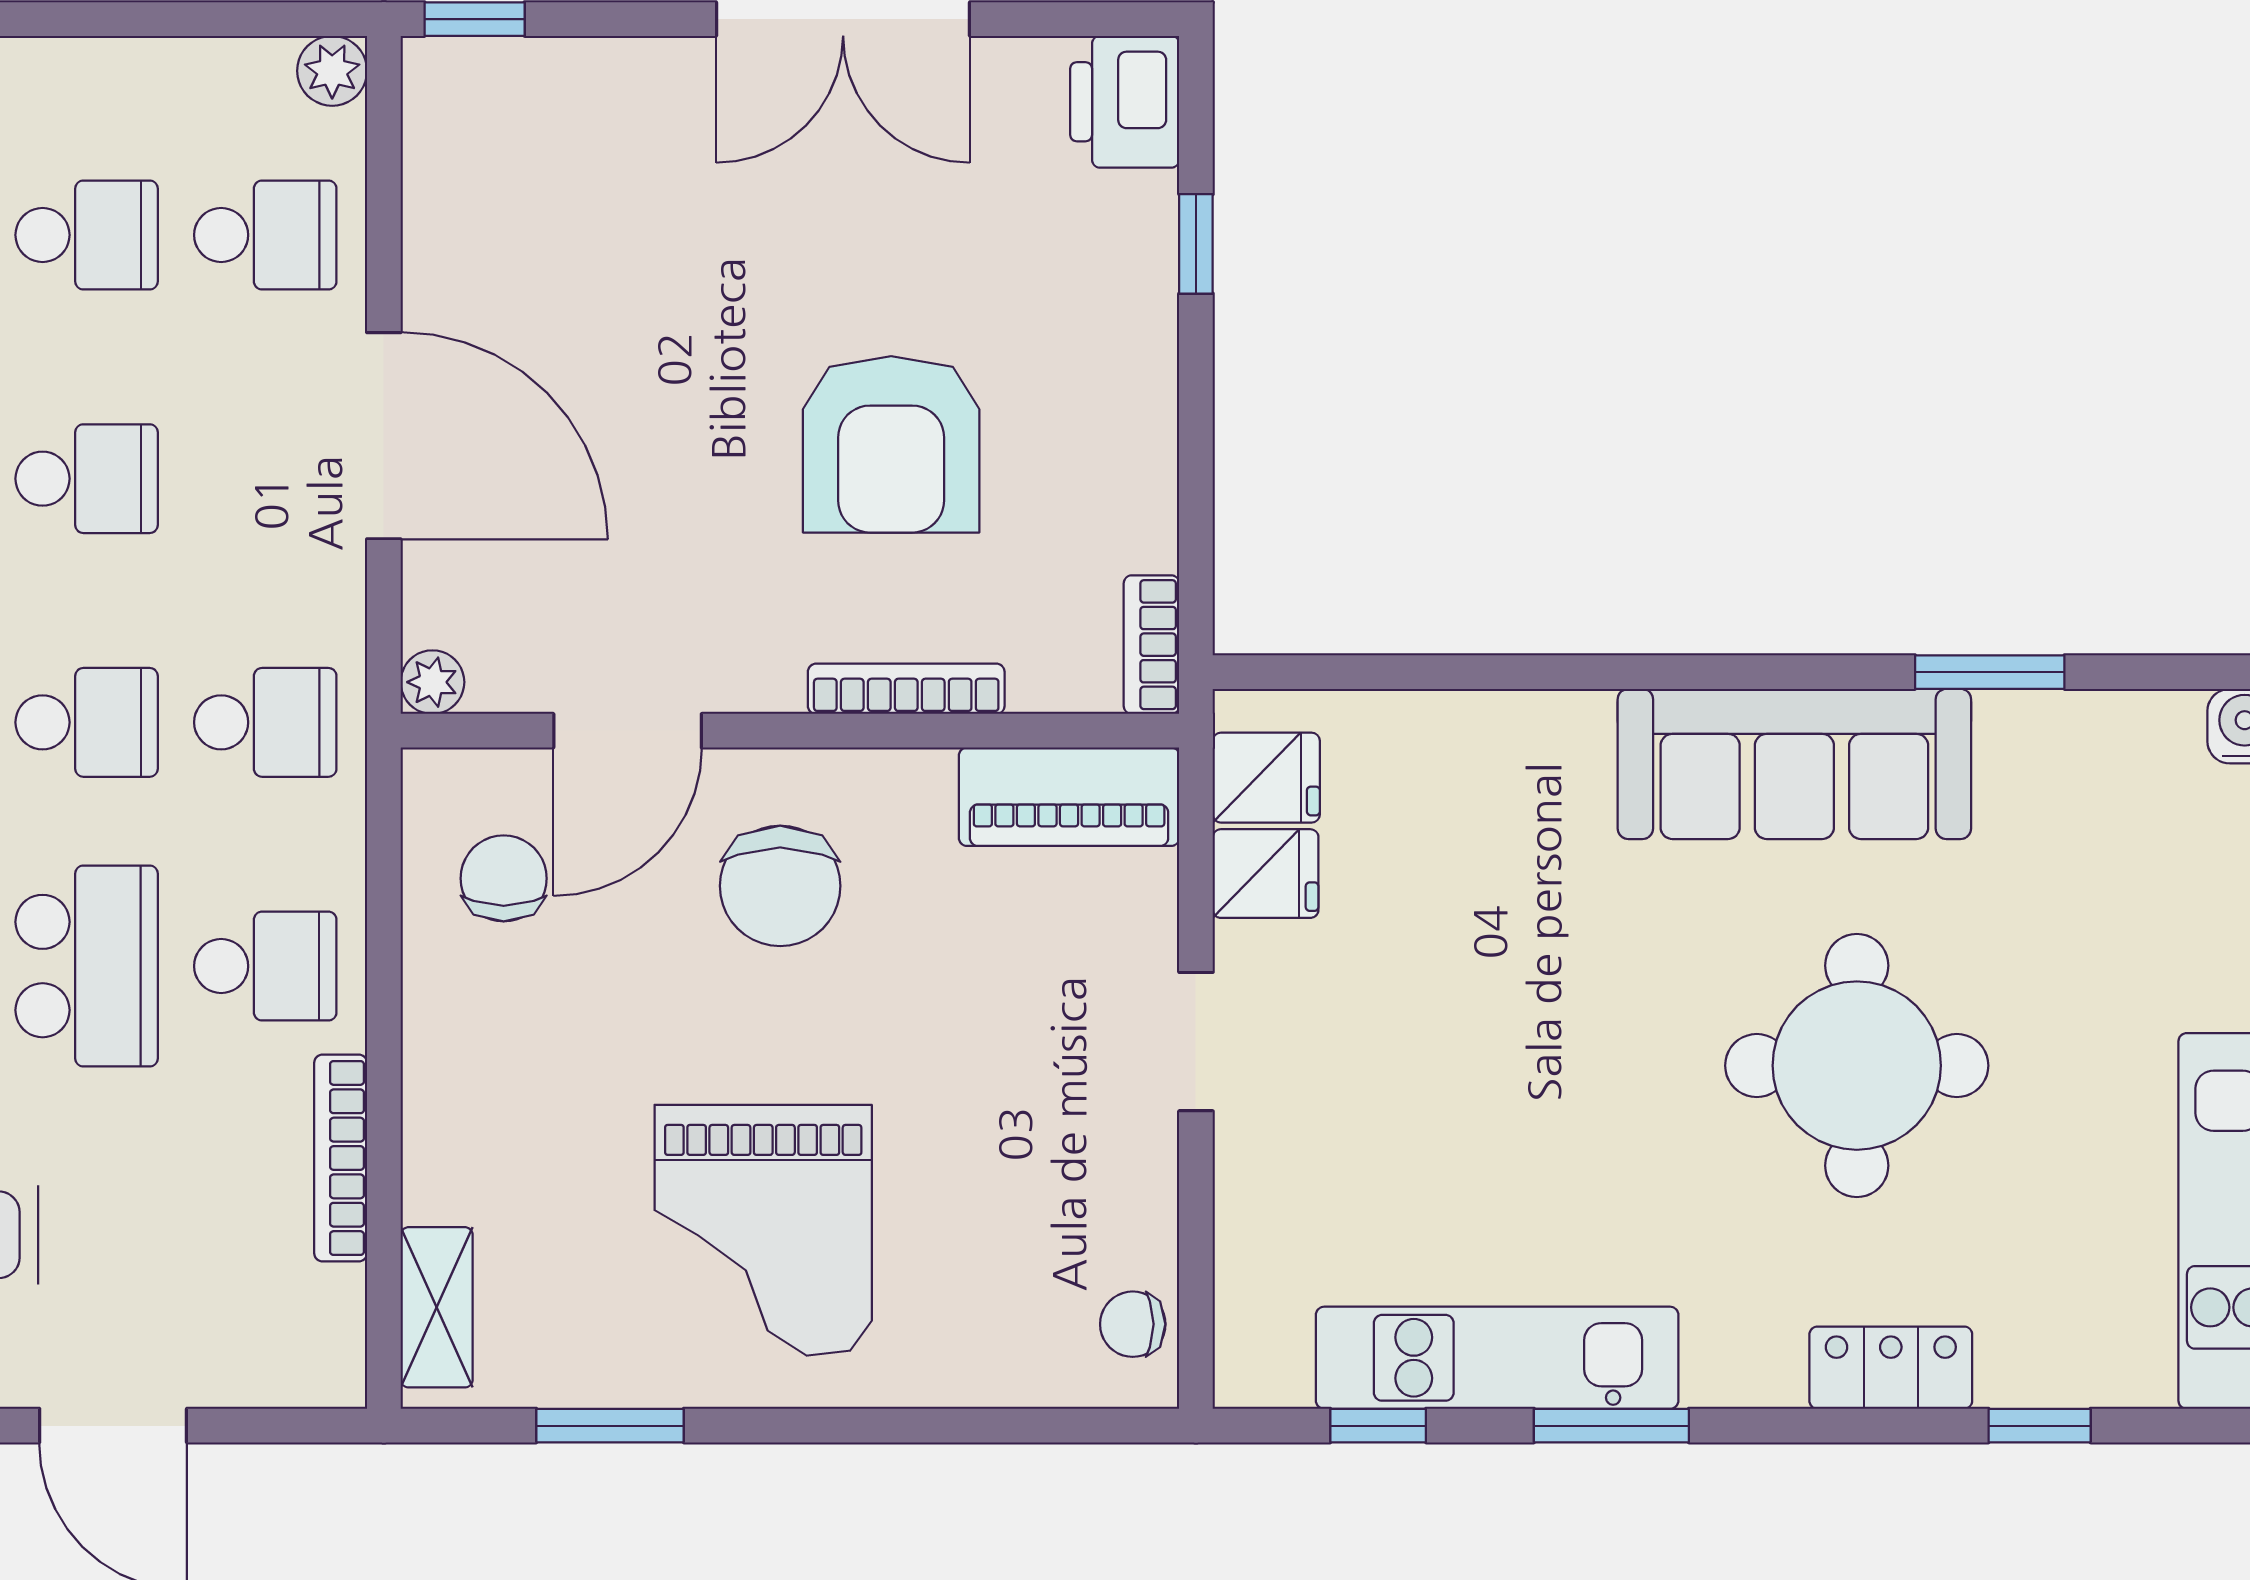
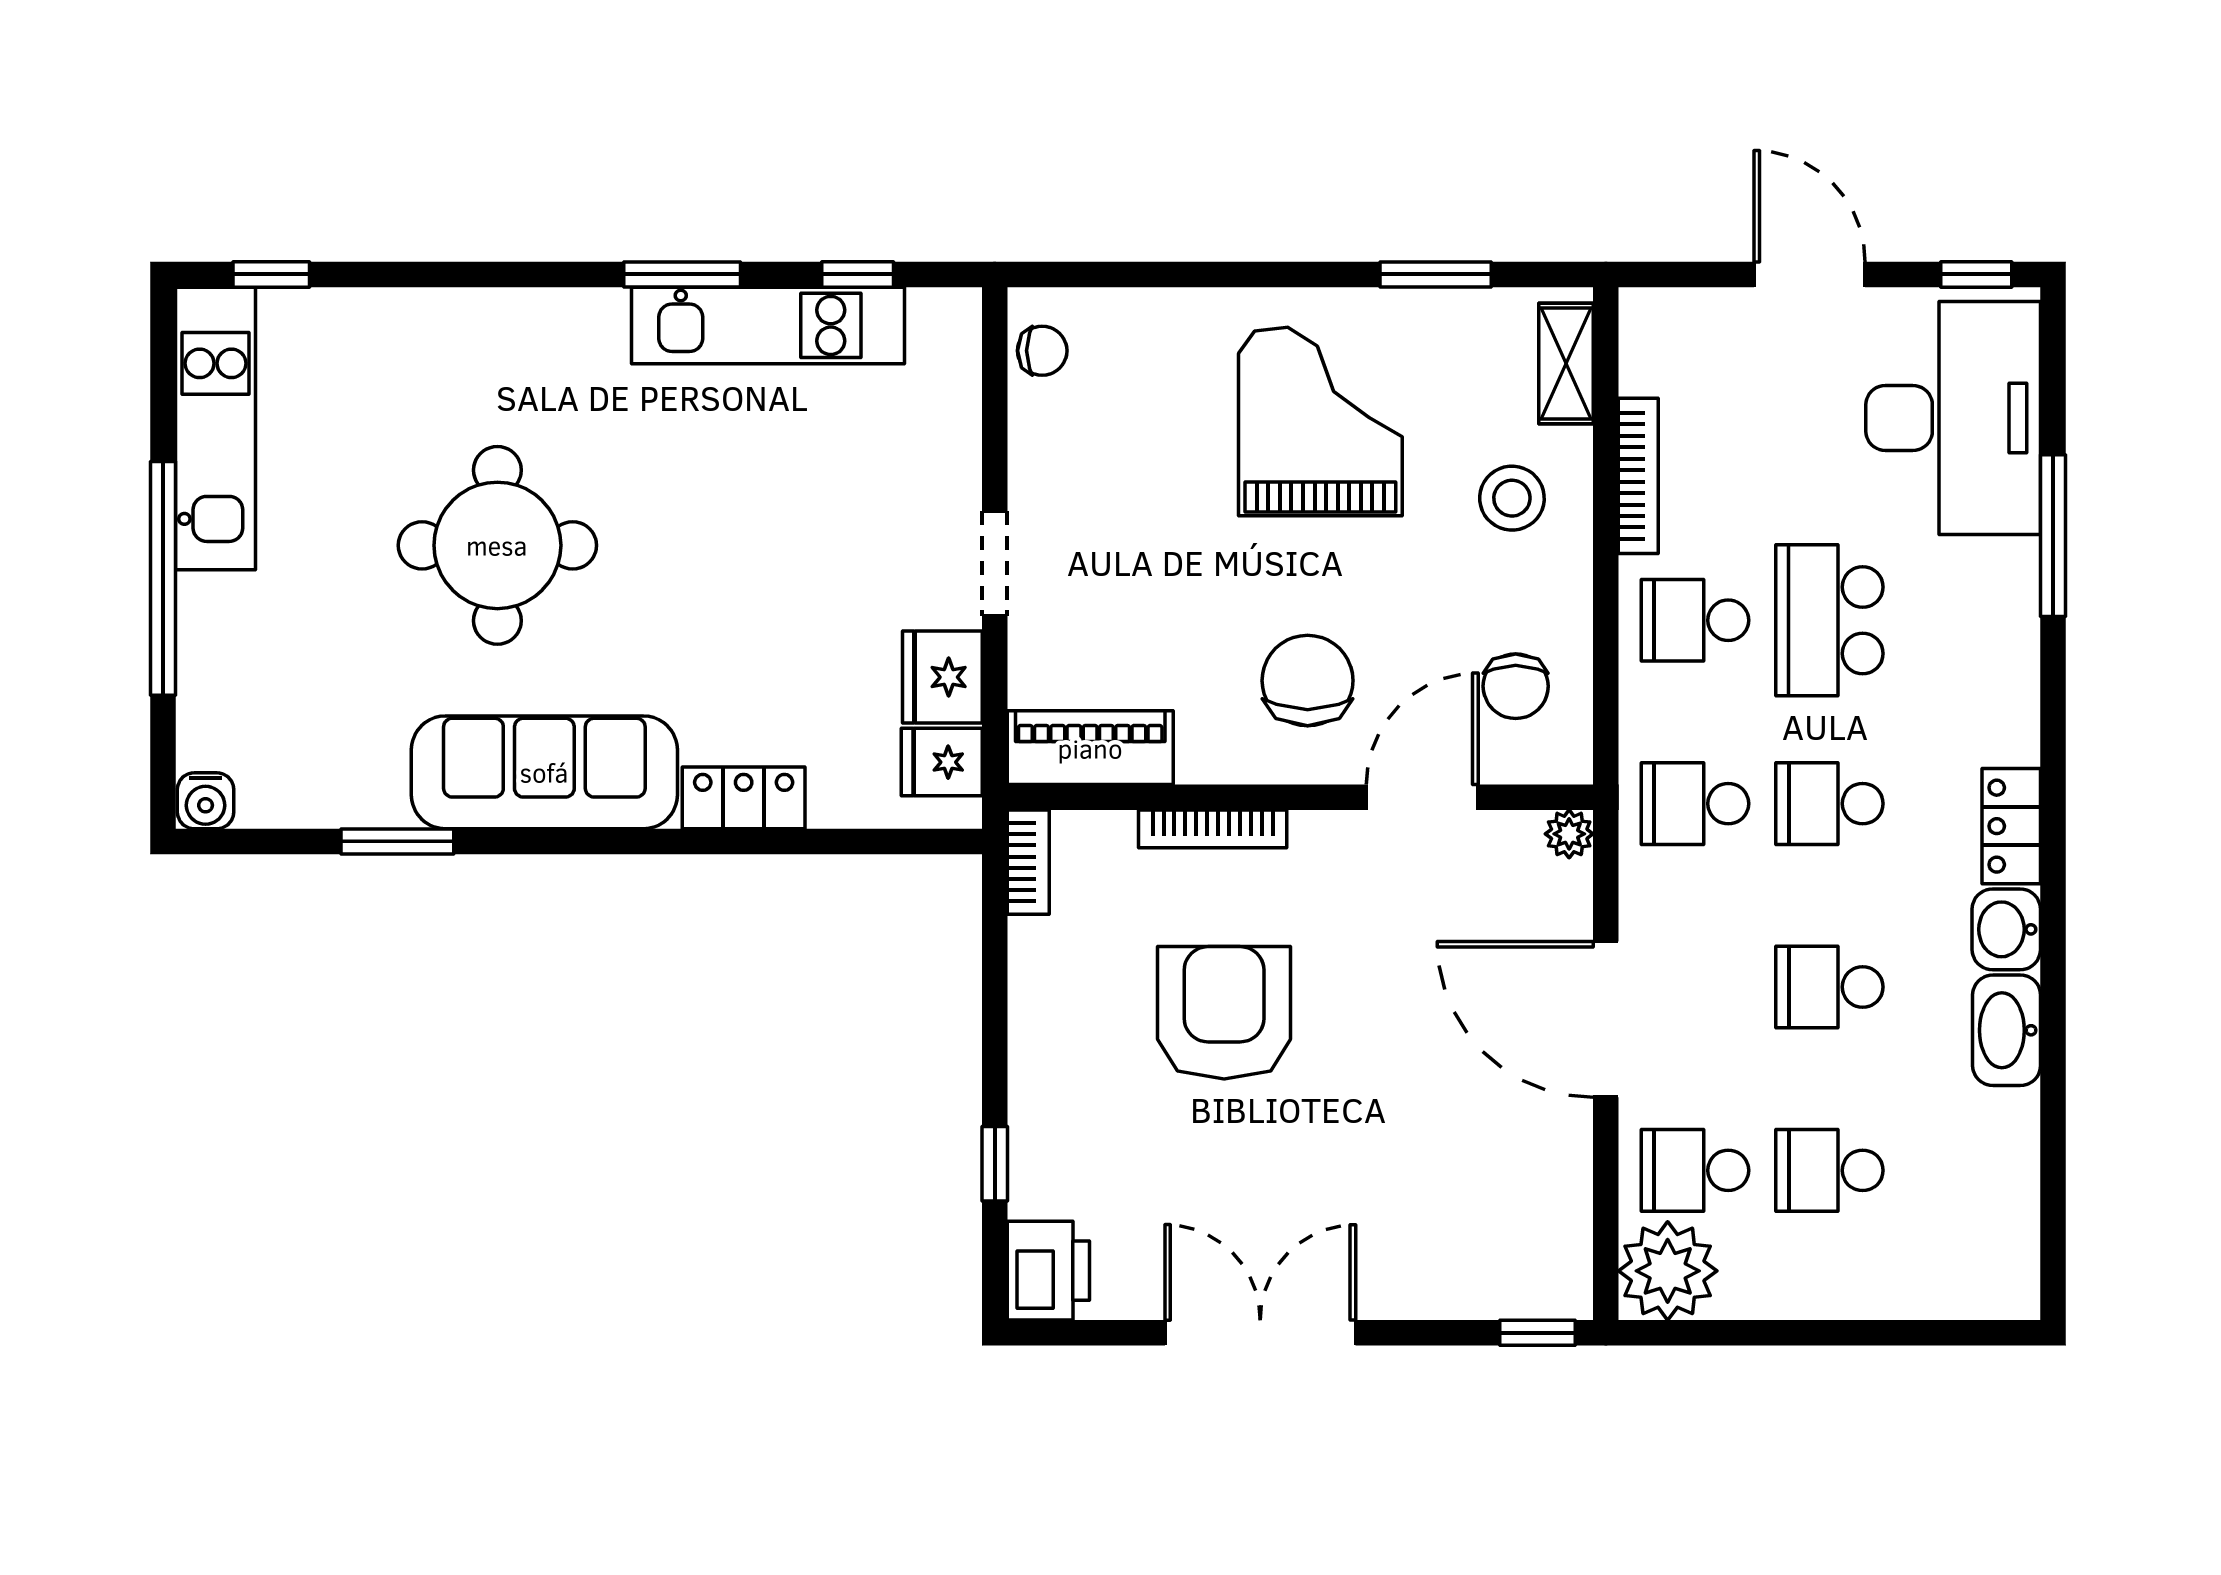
plant: (332, 71) -> (1668, 1271), width x1.88, depth x1.88
fridge: (1266, 874) -> (942, 677), width x1.38
stool: (509, 1128) -> (1512, 498), added
locker: (1891, 1368) -> (744, 798), moved, turned 180
window: (2040, 1426) -> (271, 274), moved

